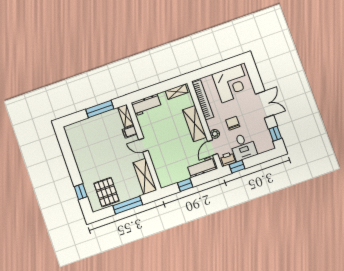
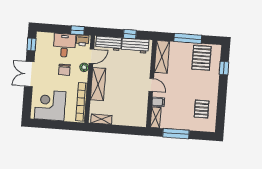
workbench: (146, 105) -> (135, 46), moved, turned 180
pallet: (85, 143) -> (202, 109), added

